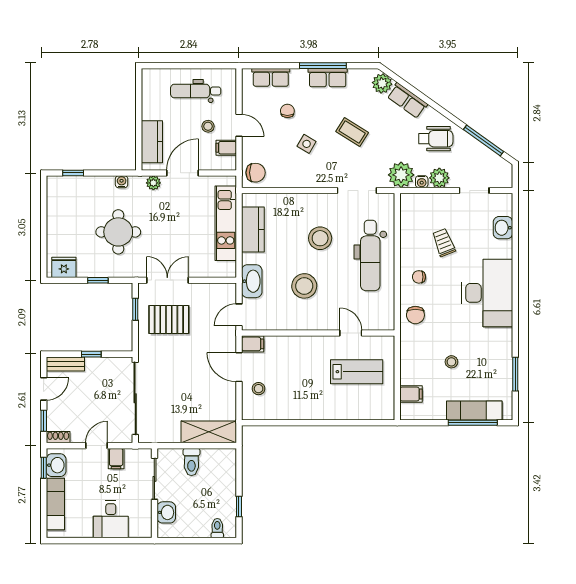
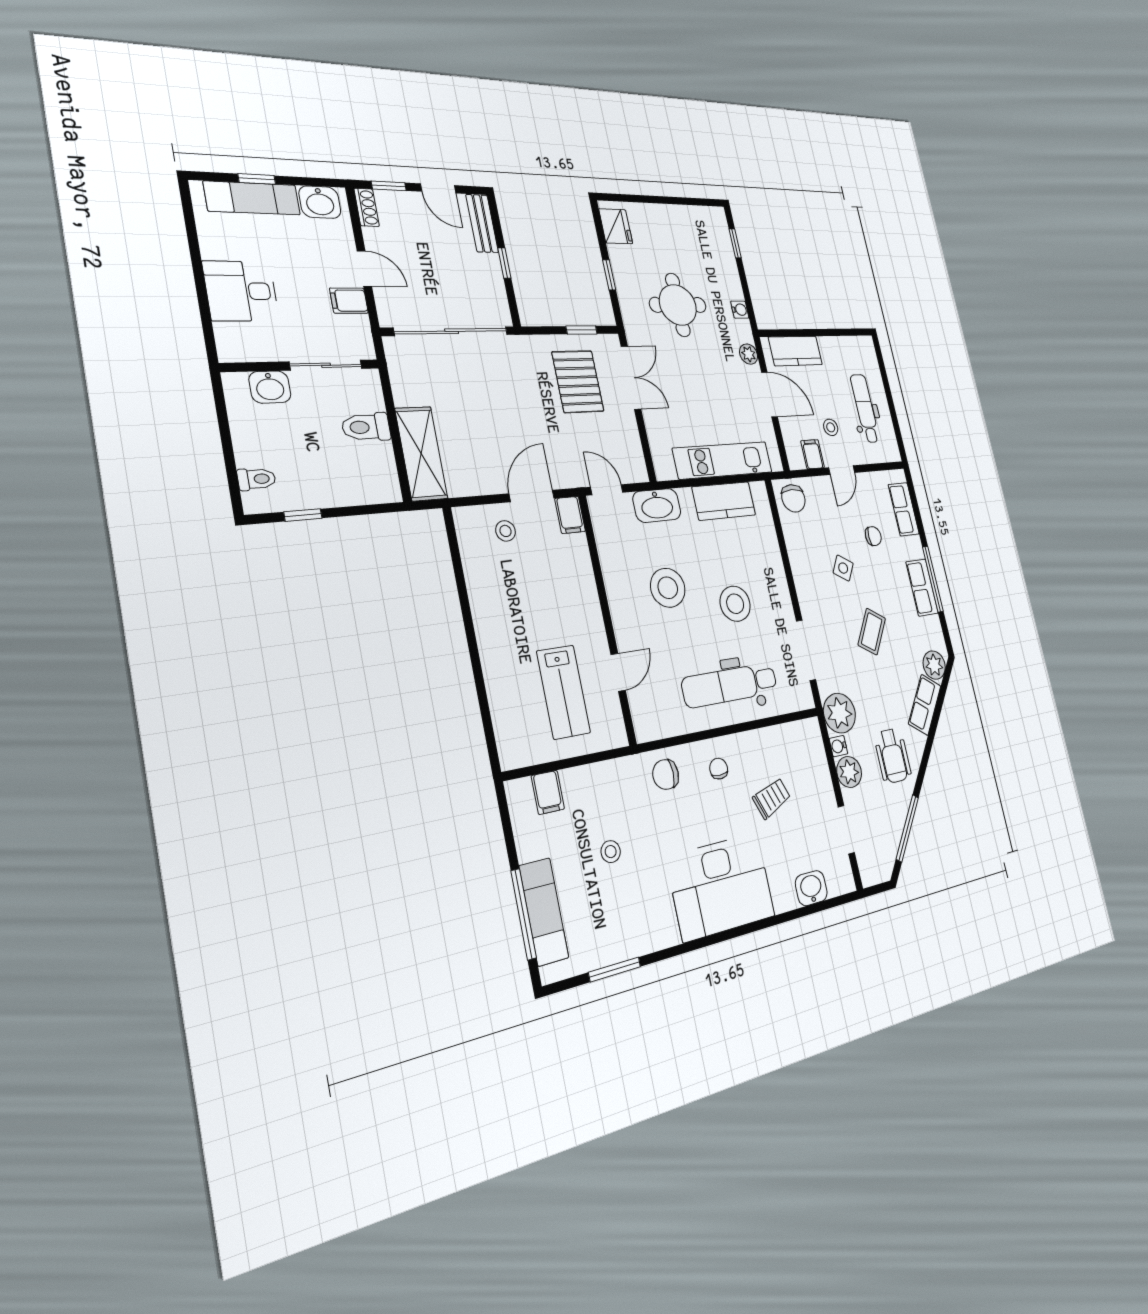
window: (44, 468) -> (257, 179), moved

